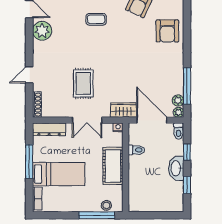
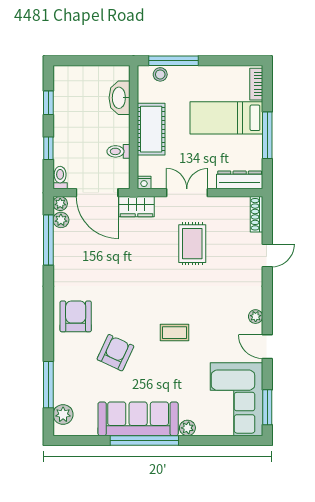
plant: (42, 31) -> (256, 317), width x0.53, depth x0.53
washbasin: (176, 168) -> (119, 98), moved, turned 180

